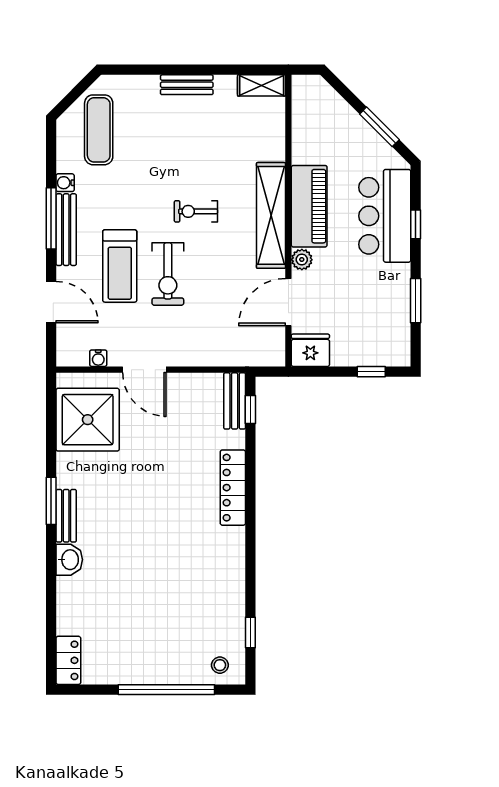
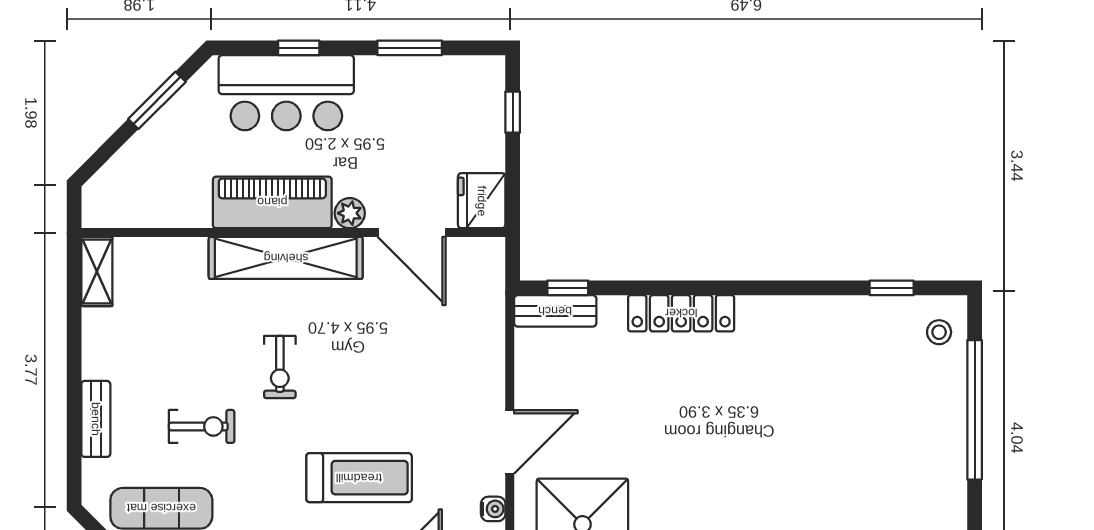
bench: (187, 85) -> (96, 419), moved
exercise bike: (168, 274) -> (202, 426), moved, width x0.73, depth x0.72

